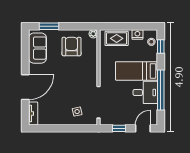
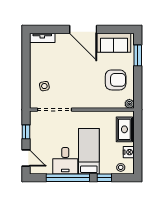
window: (161, 46) -> (104, 178), moved
door: (25, 87) -> (83, 29), moved

